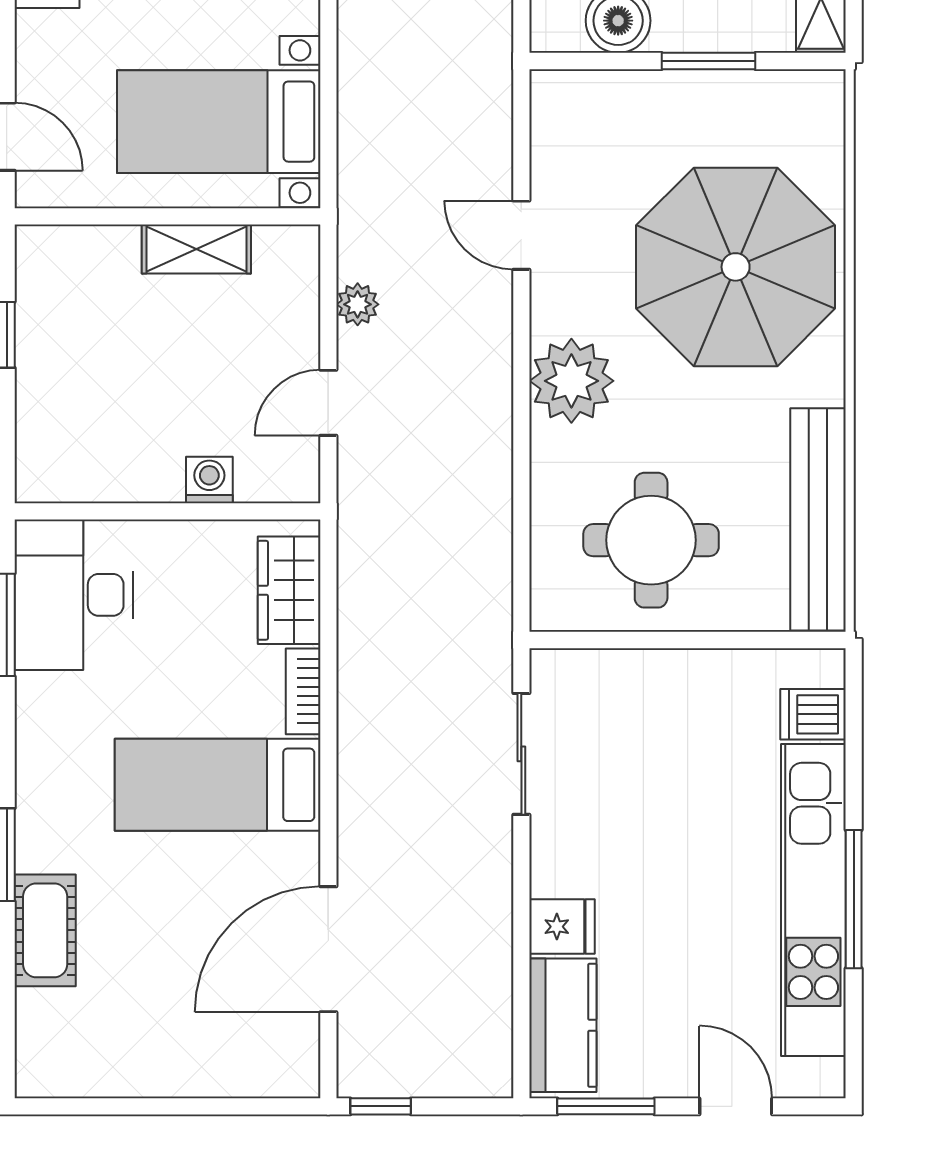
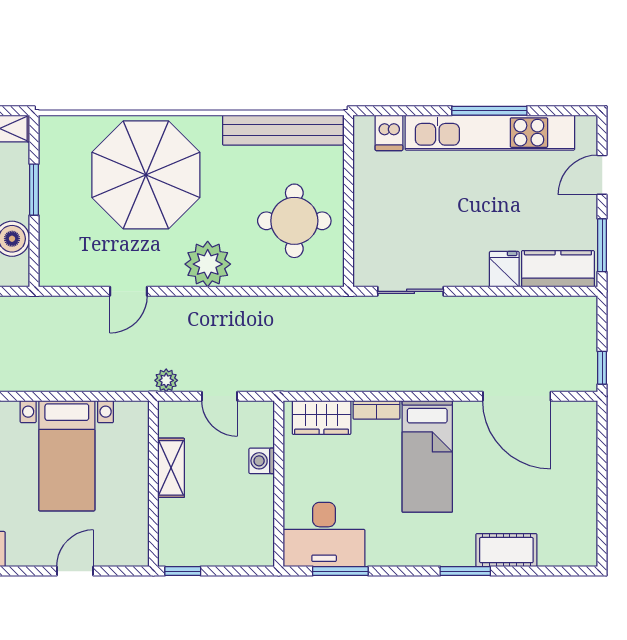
wall: (167, 216) -> (153, 484), moved
shelving: (196, 249) -> (171, 468), moved

